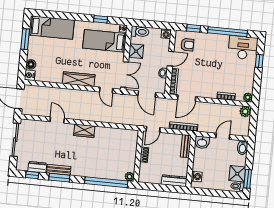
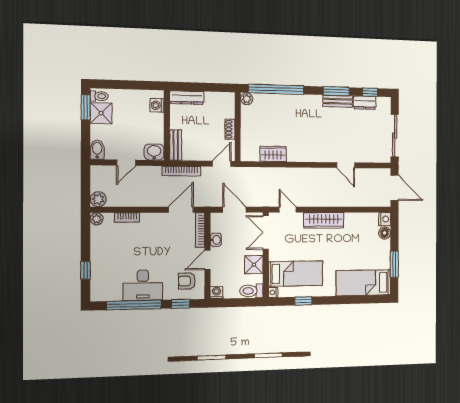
desk: (243, 48) -> (143, 285), moved
wardrobe: (84, 131) -> (273, 154), moved

